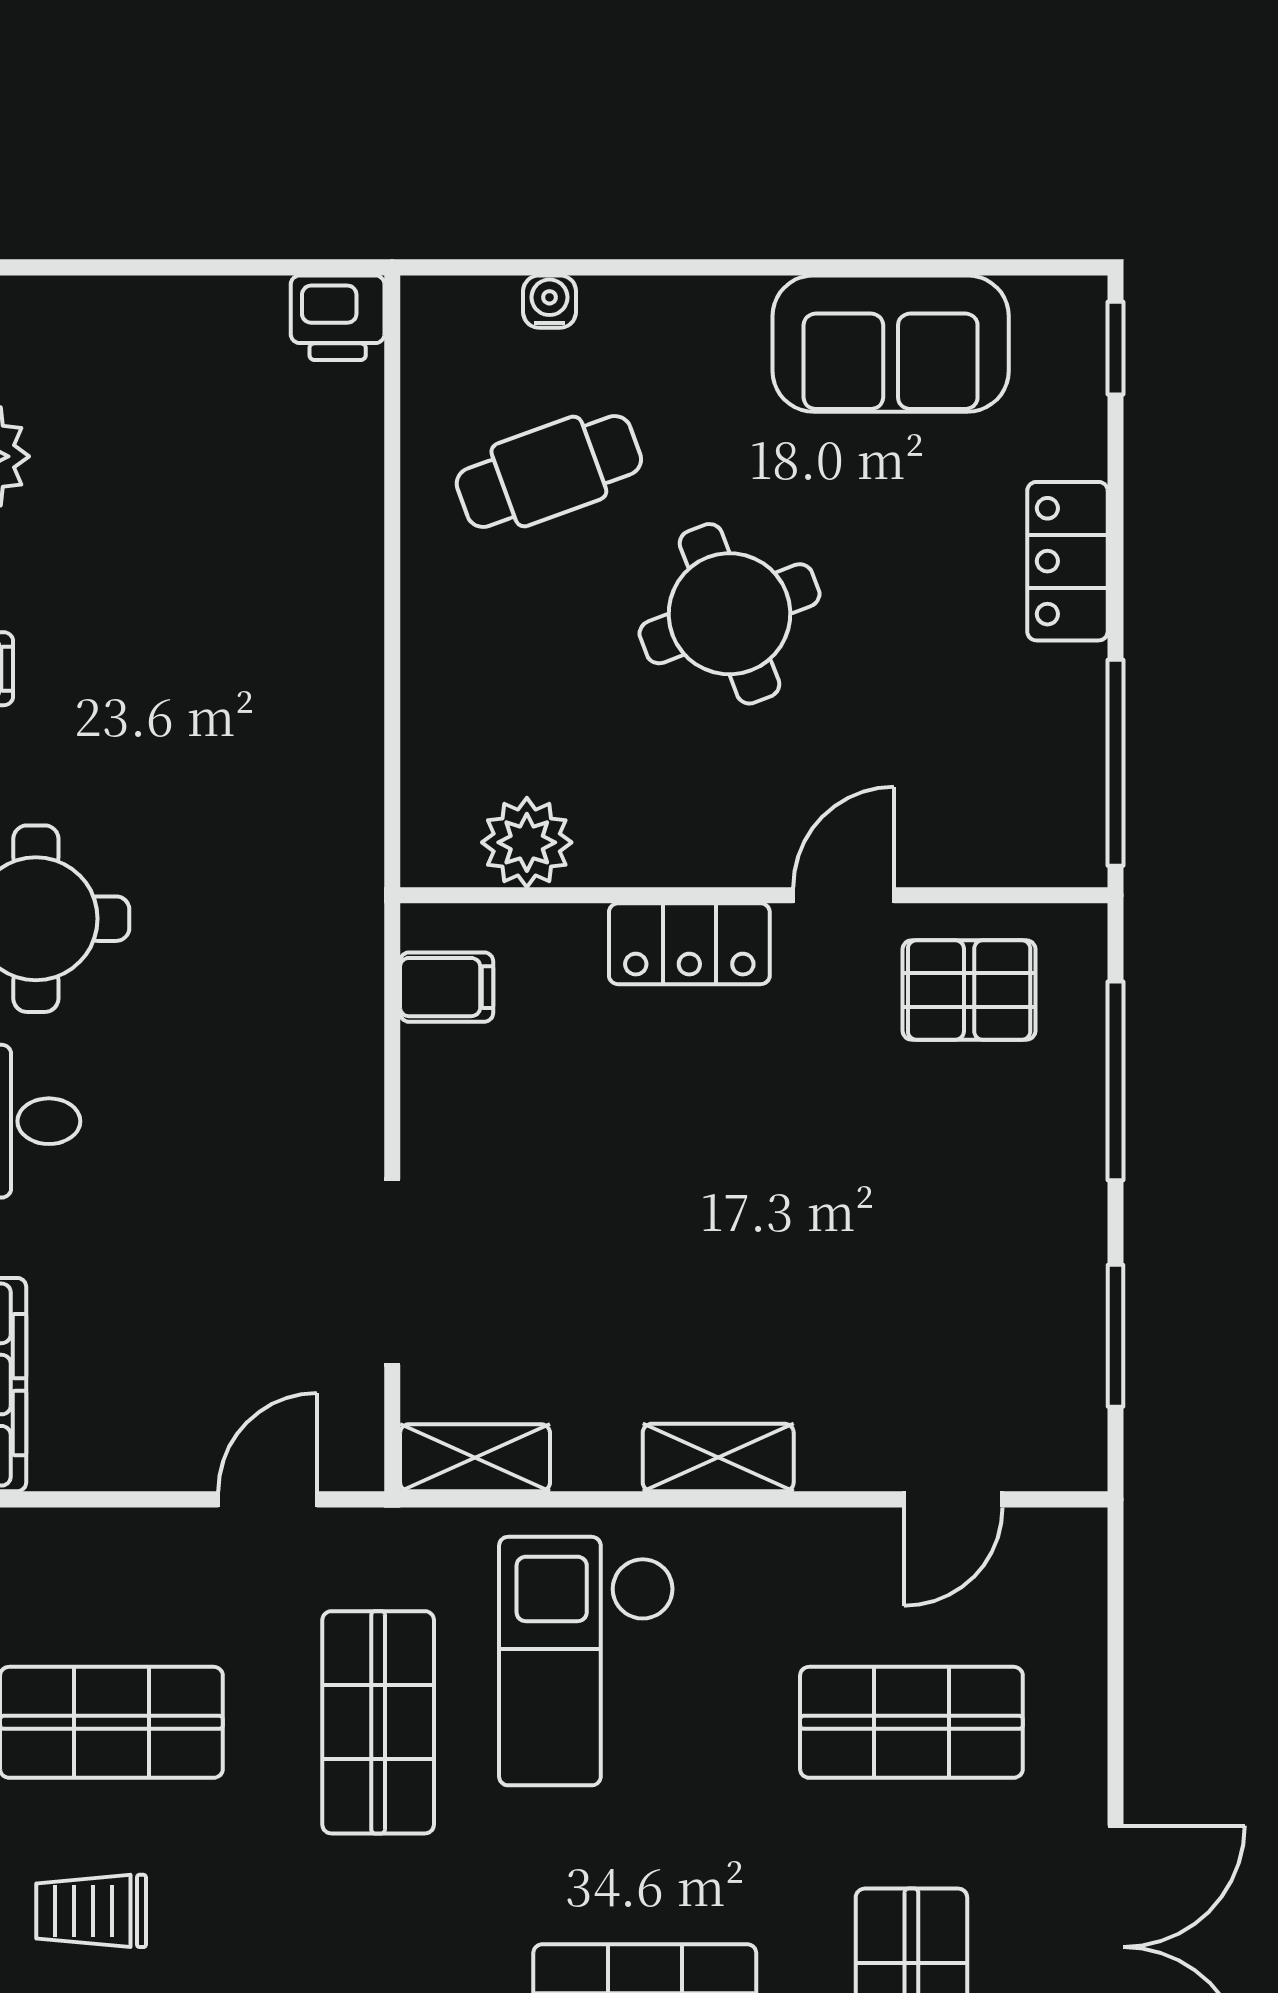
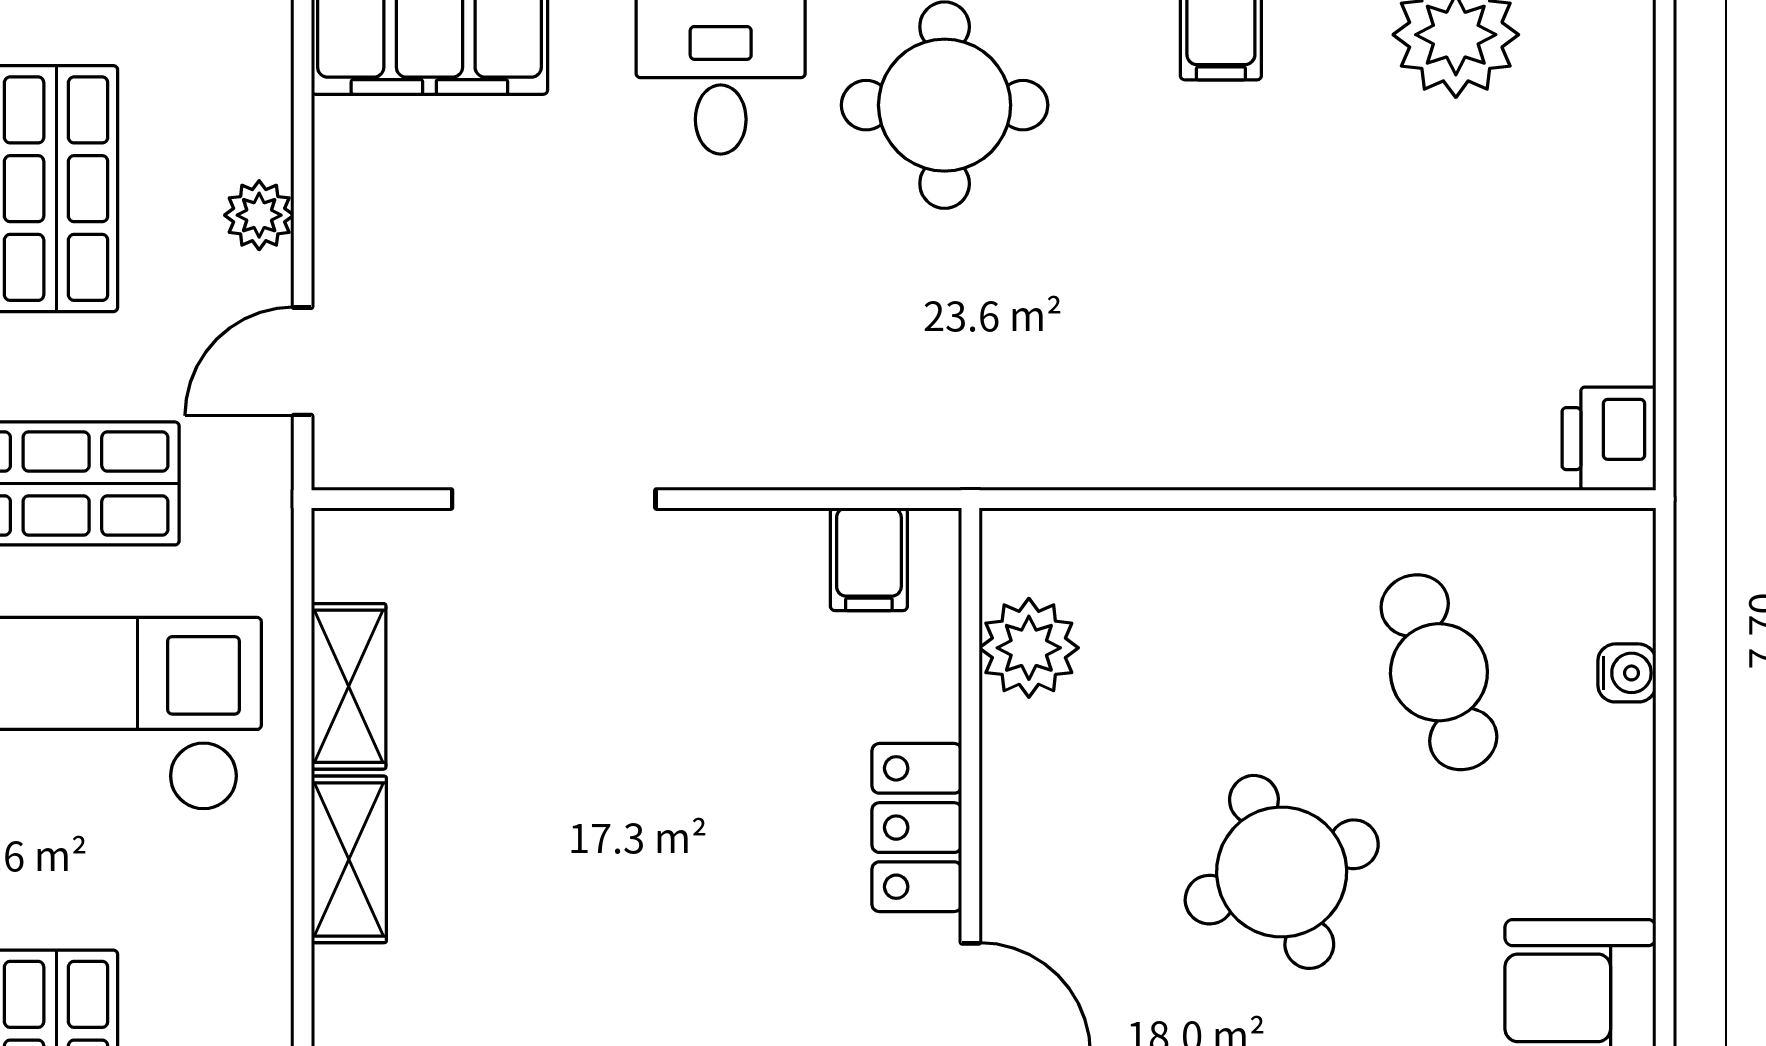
shelving: (475, 1458) -> (349, 686), moved
door: (268, 1499) -> (303, 361), swing flipped
plant: (135, 1539) -> (259, 215), added

